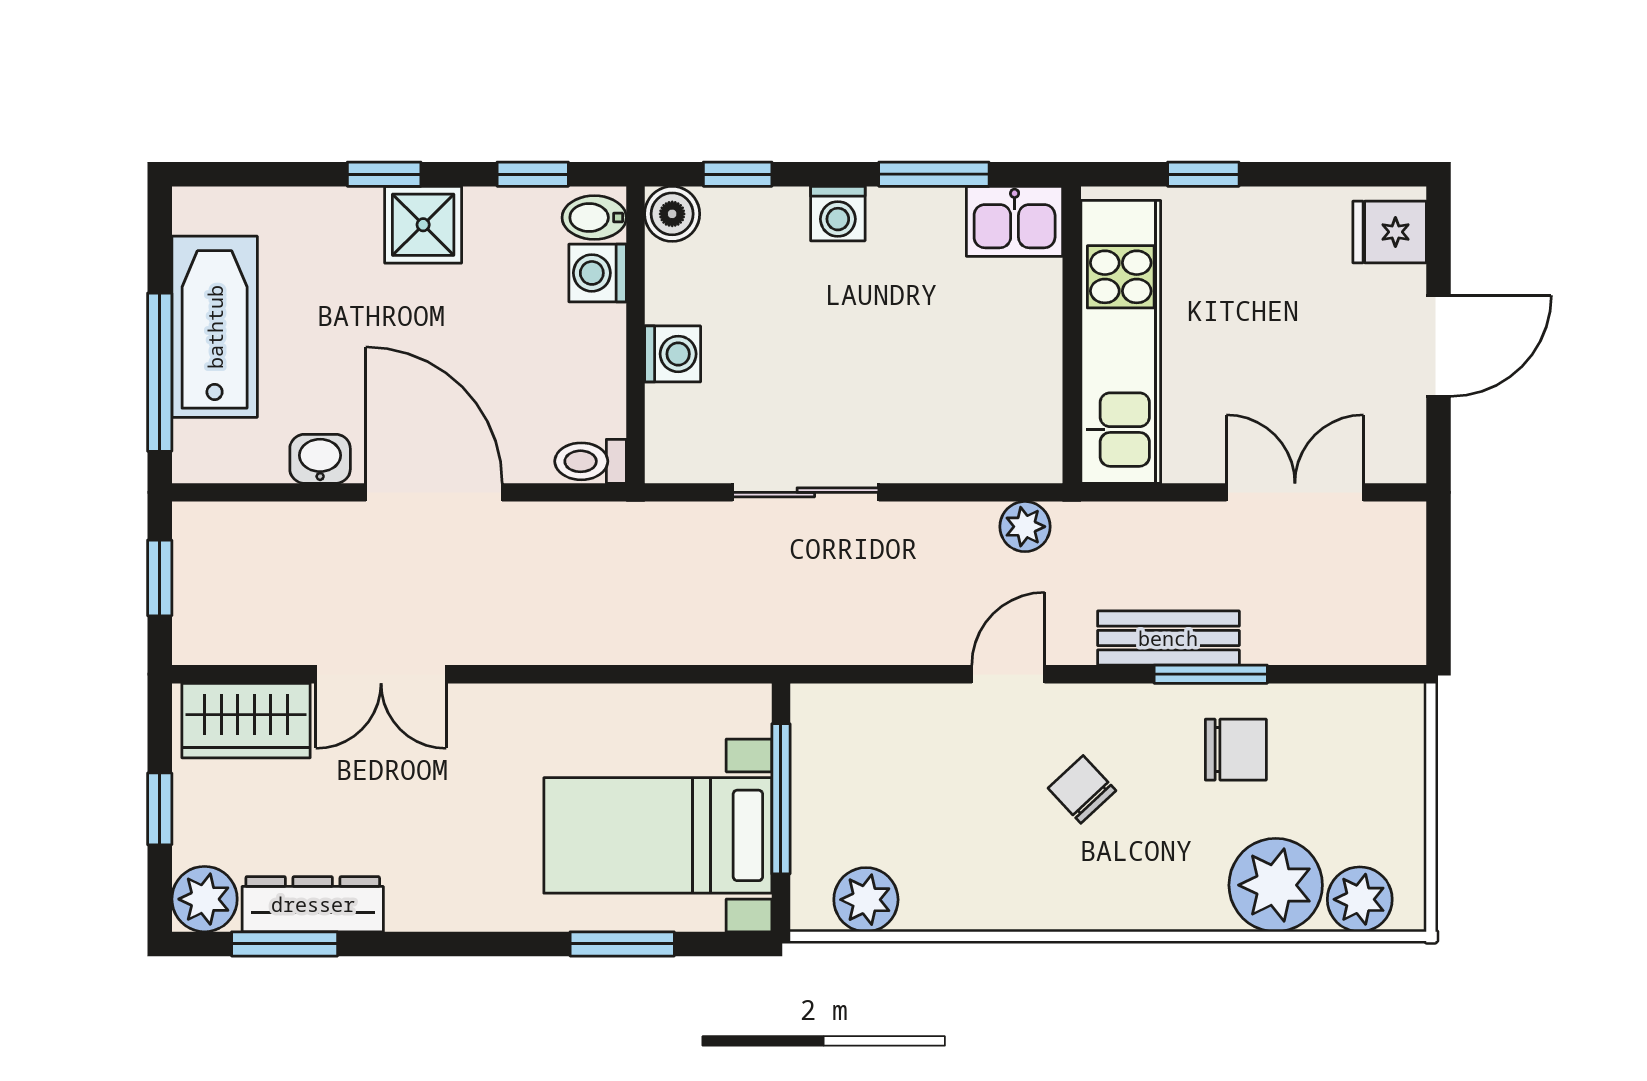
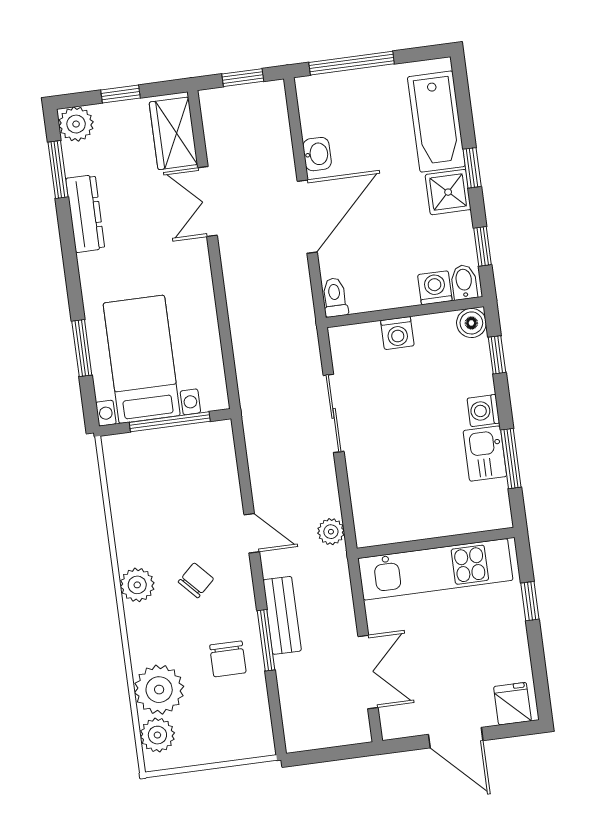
kitchen sink: (1015, 221) -> (485, 454), moved
bathtub: (215, 327) -> (436, 122), moved, turned 90
plant: (866, 900) -> (137, 585), moved
dresser: (313, 904) -> (85, 214), moved

